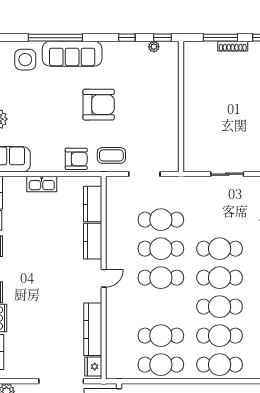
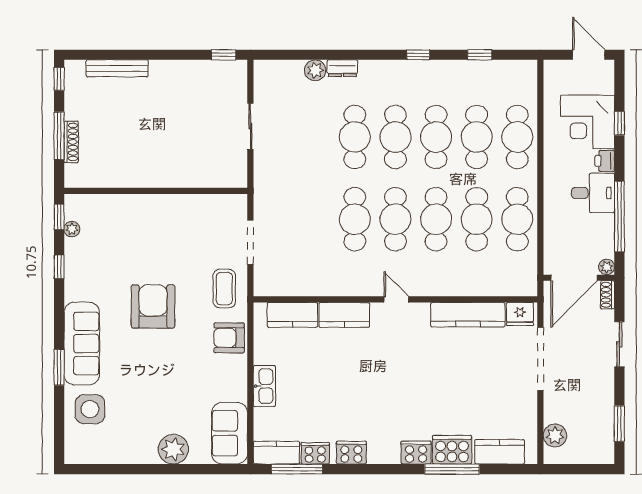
window: (55, 38) -> (59, 367), width x0.47
shoe rack: (233, 46) -> (71, 142), moved
armchair: (76, 159) -> (229, 338), turned -90
cafe table: (161, 220) -> (436, 219), moved

